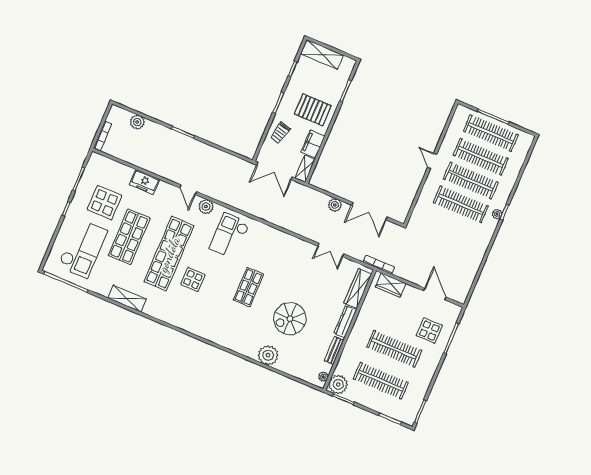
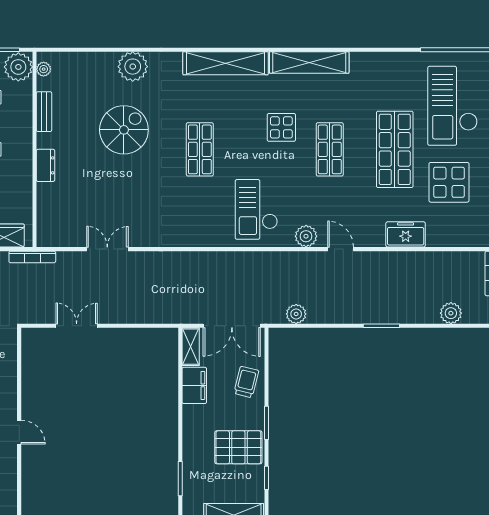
pallet: (313, 110) -> (238, 447), moved
double door: (274, 171) -> (232, 326), swing flipped
plant: (335, 205) -> (296, 314), moved
double door: (370, 211) -> (77, 326), width x0.73
checkout: (229, 236) -> (256, 209), turned 180
shop shelf: (169, 254) -> (330, 149), width x0.50, depth x0.74
wardrobe: (358, 289) -> (47, 211), removed
shelving: (127, 299) -> (309, 62), moved, width x1.47
dresser: (345, 322) -> (45, 165), width x0.70
shelving: (210, 333) -> (225, 63), added

